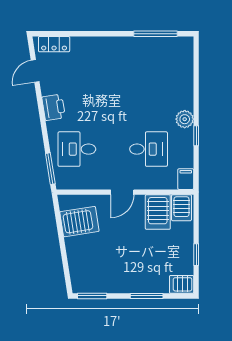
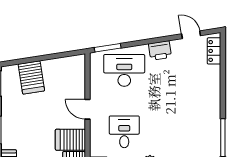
desk: (77, 149) -> (124, 70), width x1.37
desk: (149, 149) -> (124, 132), turned 180
server rack: (79, 222) -> (31, 77), moved

